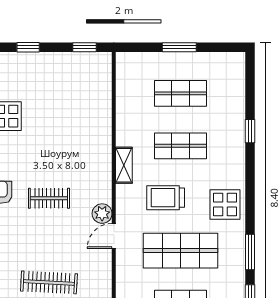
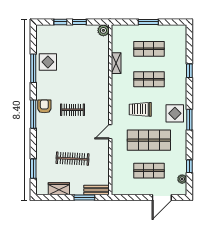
window: (85, 47) -> (79, 22), moved
shelving: (124, 165) -> (116, 63), moved
plant: (102, 214) -> (103, 30), moved
window: (250, 252) -> (189, 120), moved

